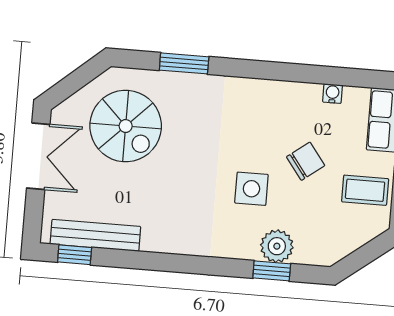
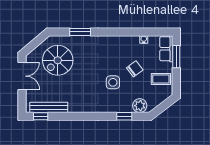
spiral stairs: (126, 126) -> (58, 60), turned 90
plant: (277, 246) -> (140, 106), moved

